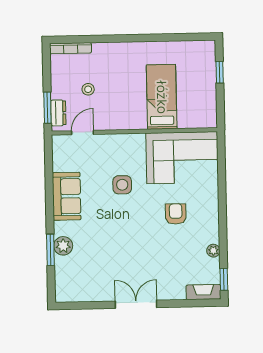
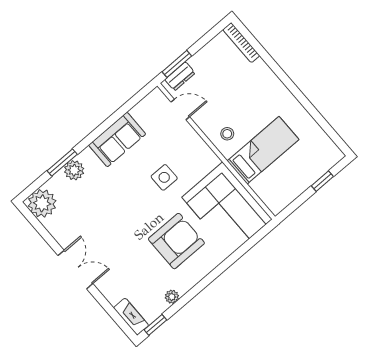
stool: (88, 89) -> (227, 134), moved
armchair: (176, 214) -> (176, 241), width x1.88, depth x1.88
plant: (68, 289) -> (42, 203), added

